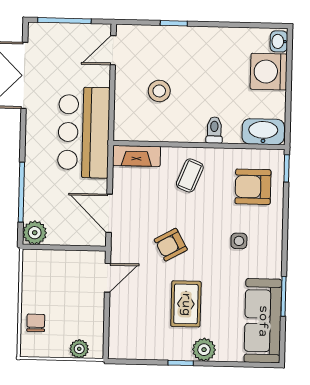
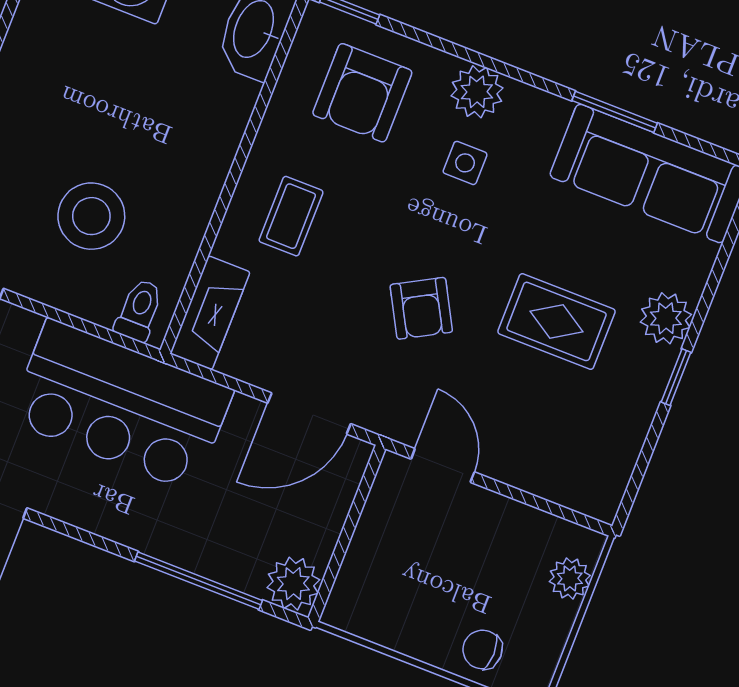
stool: (159, 91) -> (91, 216), width x1.38, depth x1.38
toilet: (214, 130) -> (139, 310), moved, turned 90
coffee table: (190, 175) -> (291, 216), turned 68
plant: (271, 235) -> (477, 92), added

